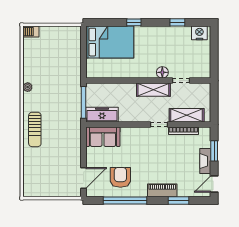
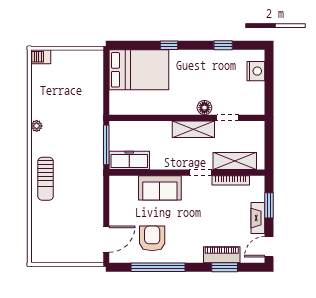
nightstand: (199, 33) -> (256, 71), moved, turned 90
sofa: (103, 137) -> (160, 188), moved
piano: (162, 190) -> (222, 255), moved

